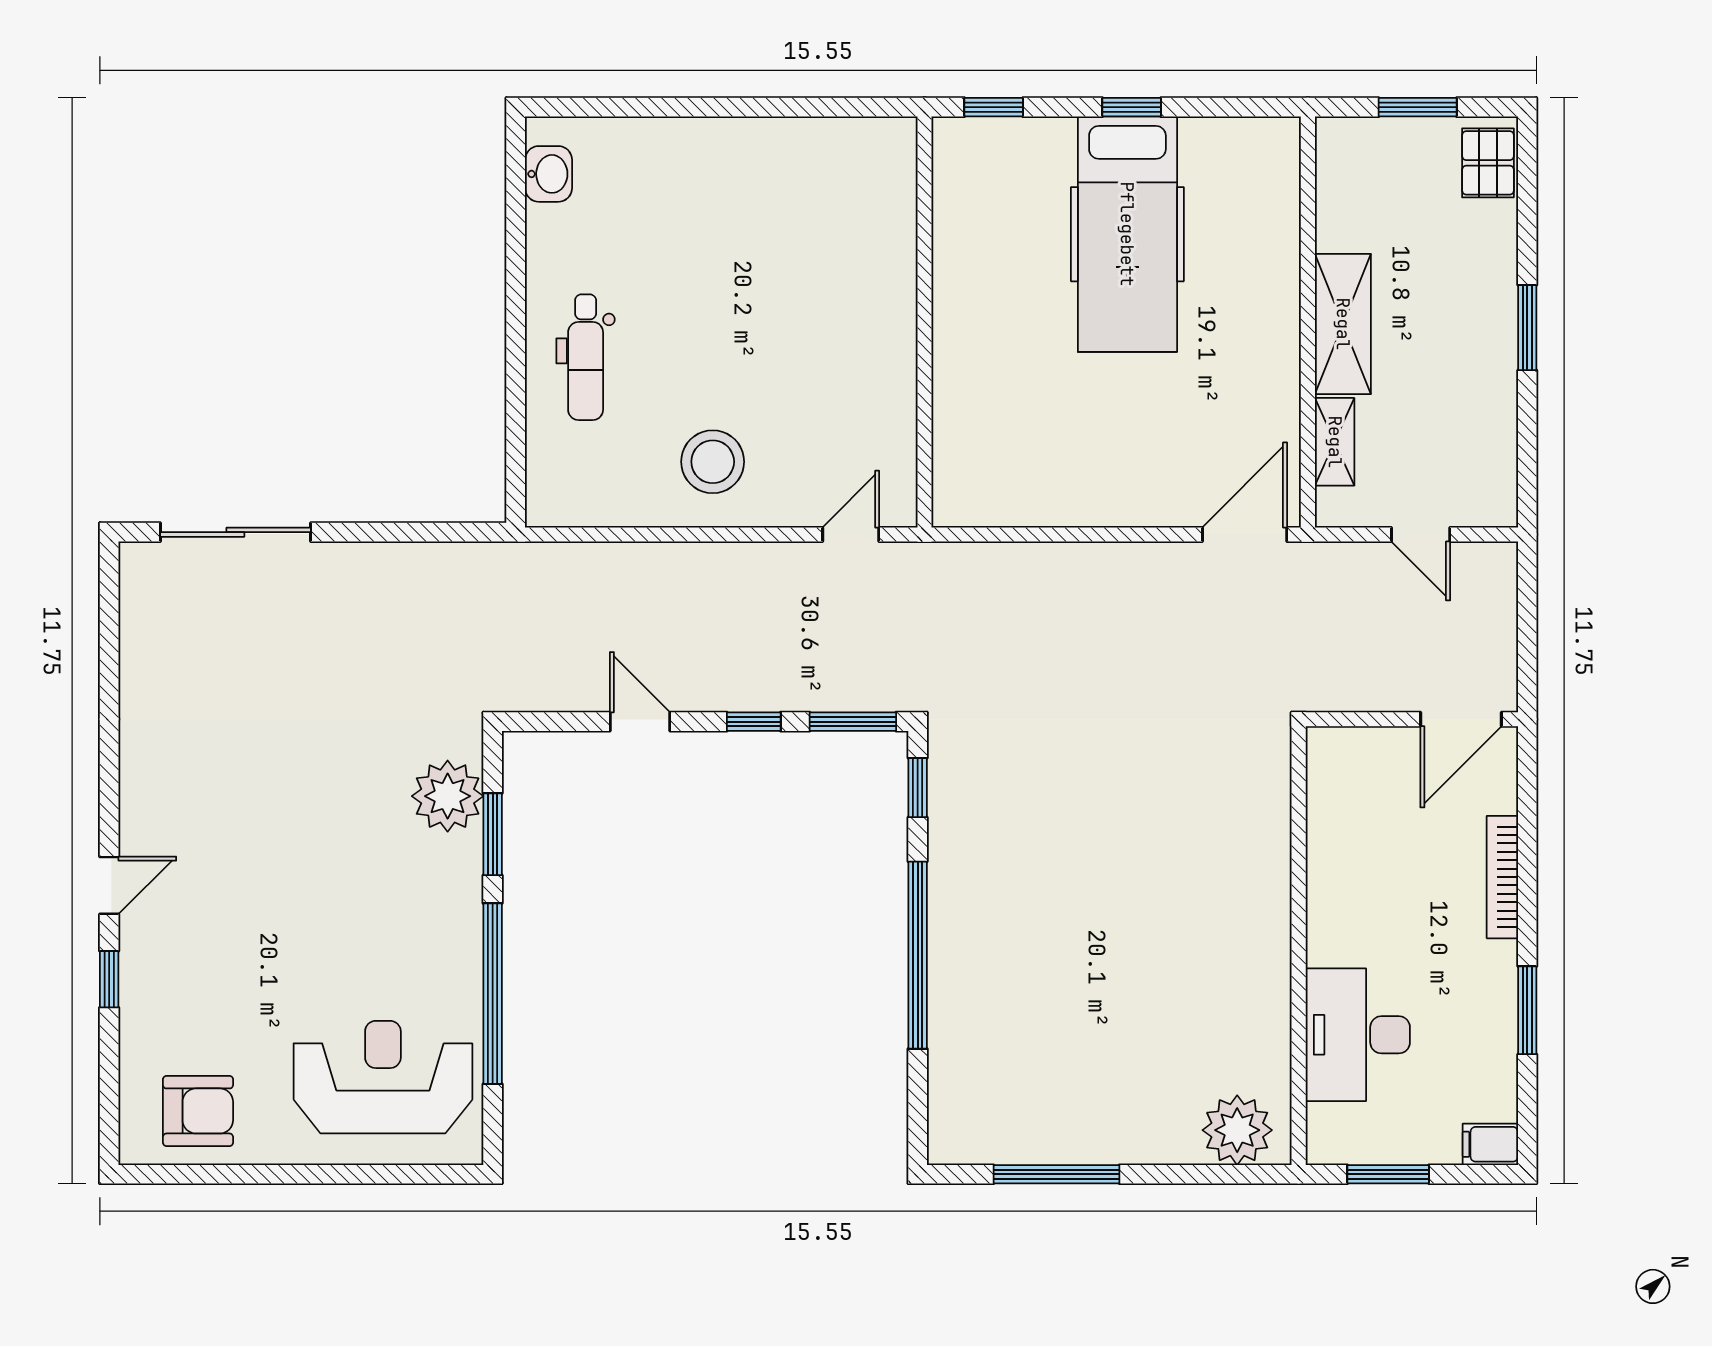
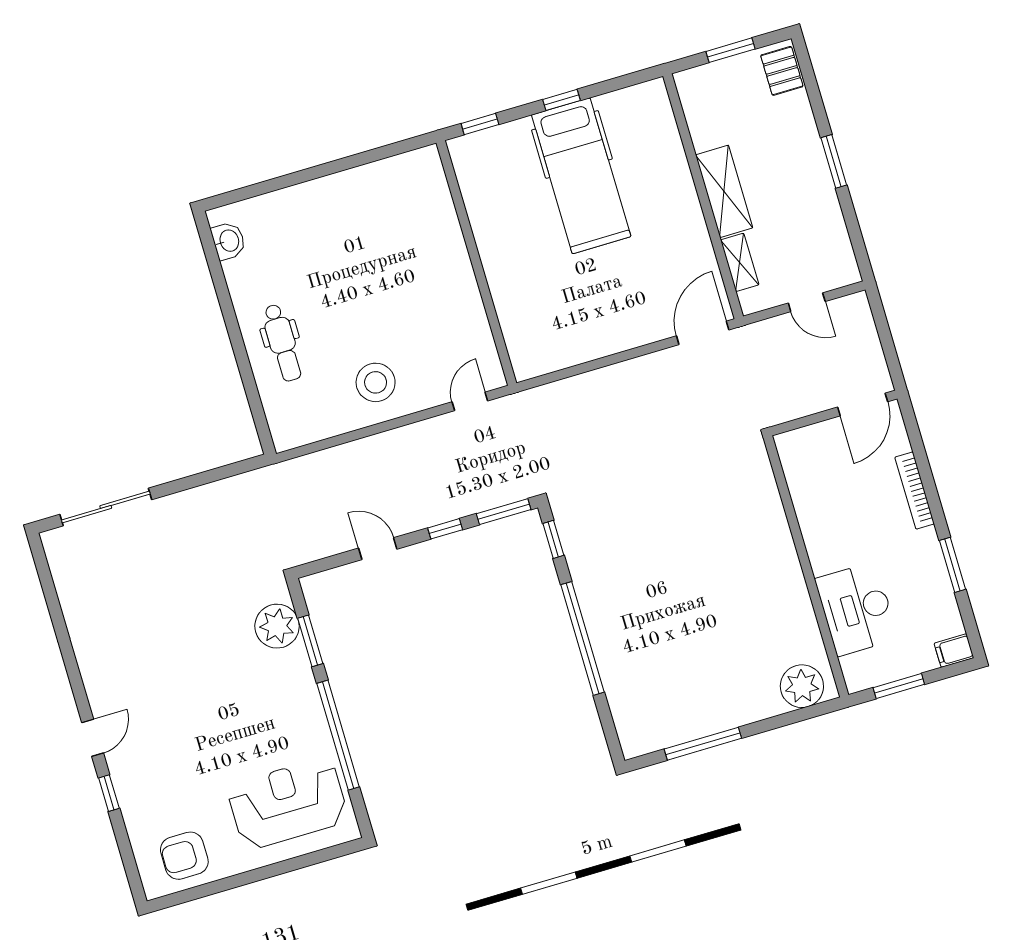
armchair: (198, 1111) -> (184, 856), turned 180

